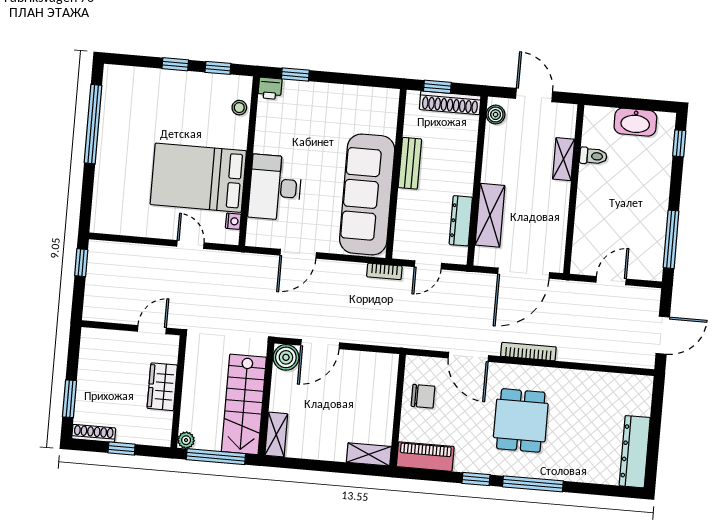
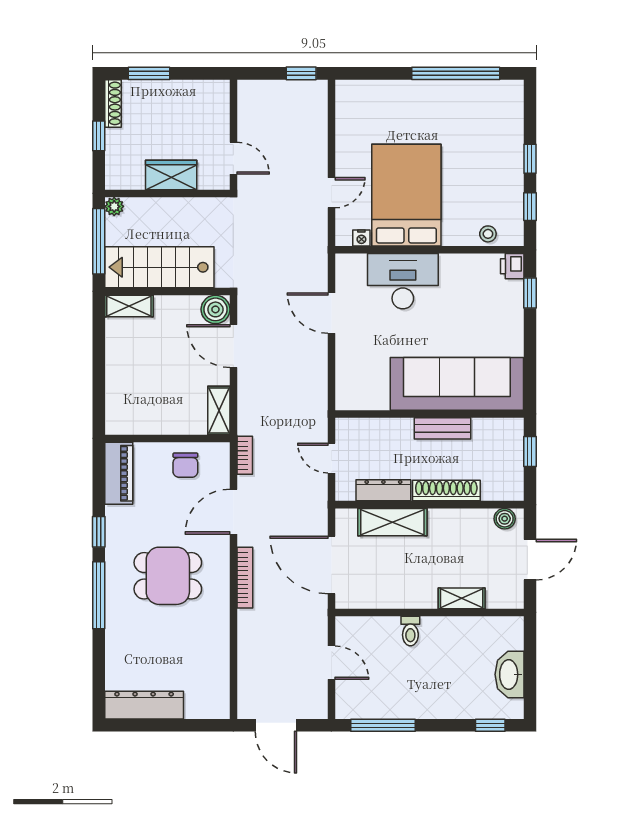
shoe rack: (450, 103) -> (446, 491), moved, turned 90
toilet: (593, 156) -> (410, 631), moved
sofa: (367, 194) -> (457, 384), moved
bookcase: (384, 271) -> (245, 455), moved, turned 180
shelving: (369, 454) -> (219, 410), moved

